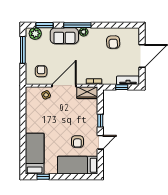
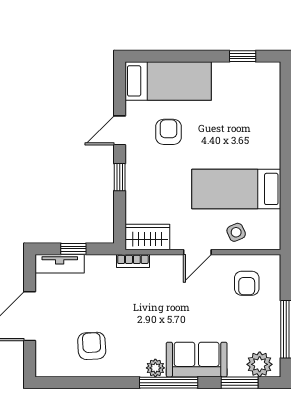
door: (64, 86) -> (197, 252), width x0.53
bed: (35, 154) -> (236, 189), moved, turned 90

